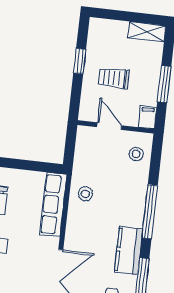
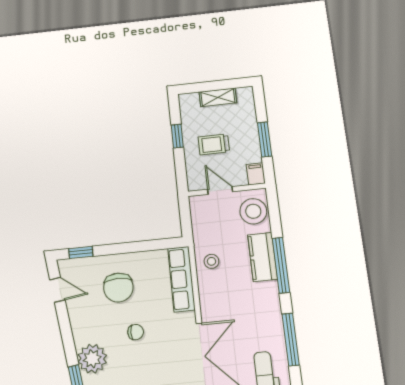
shelving: (147, 32) -> (218, 97), moved
stool: (136, 154) -> (253, 211), width x1.89, depth x1.89
kitchen counter: (129, 250) -> (263, 257), moved

